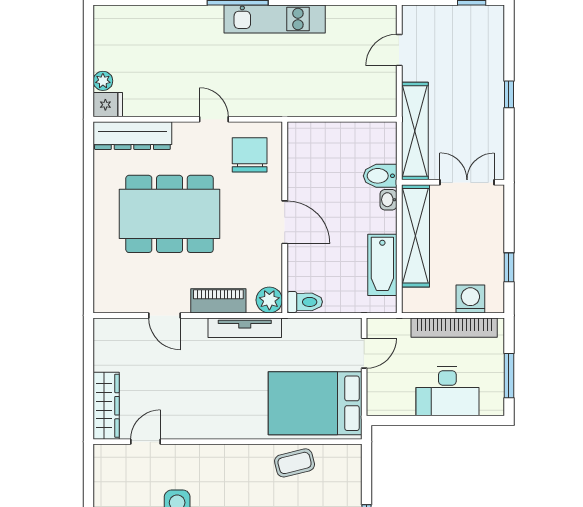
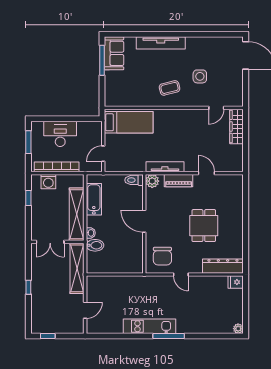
plant: (103, 81) -> (238, 329), moved
dining table: (170, 214) -> (204, 226), width x0.53, depth x0.80
bed: (315, 403) -> (129, 122), width x0.67
coffee table: (295, 463) -> (170, 88), moved

